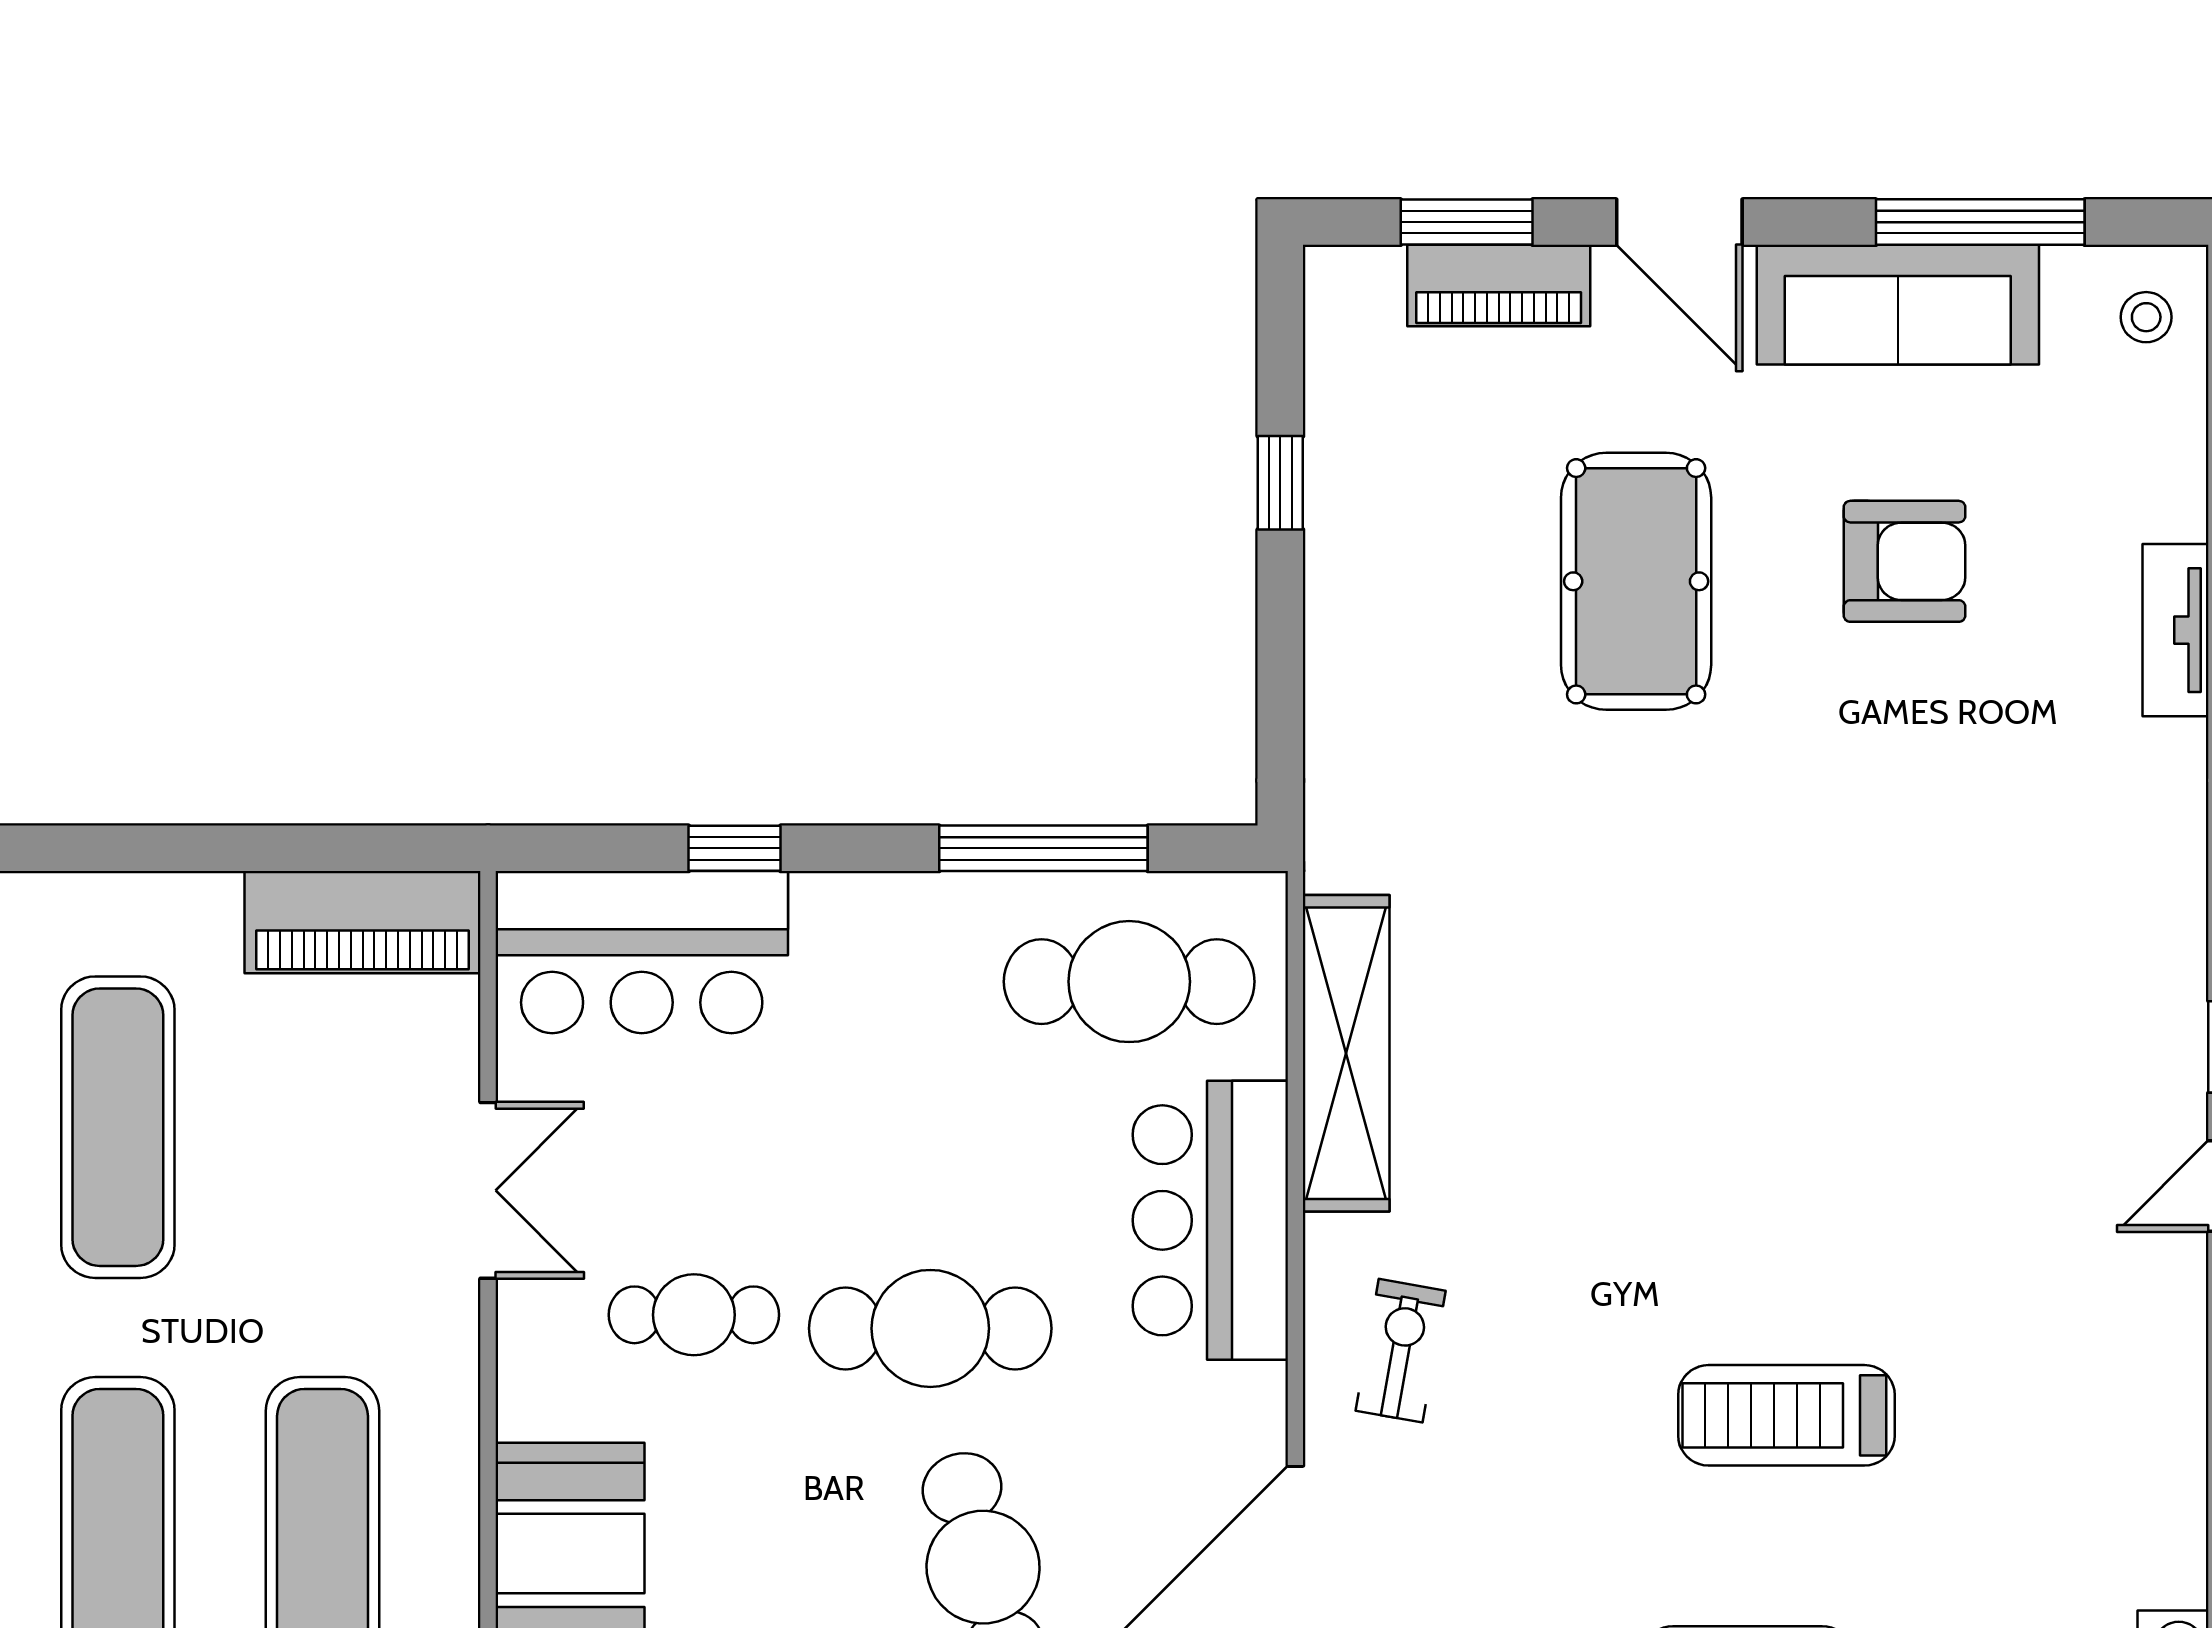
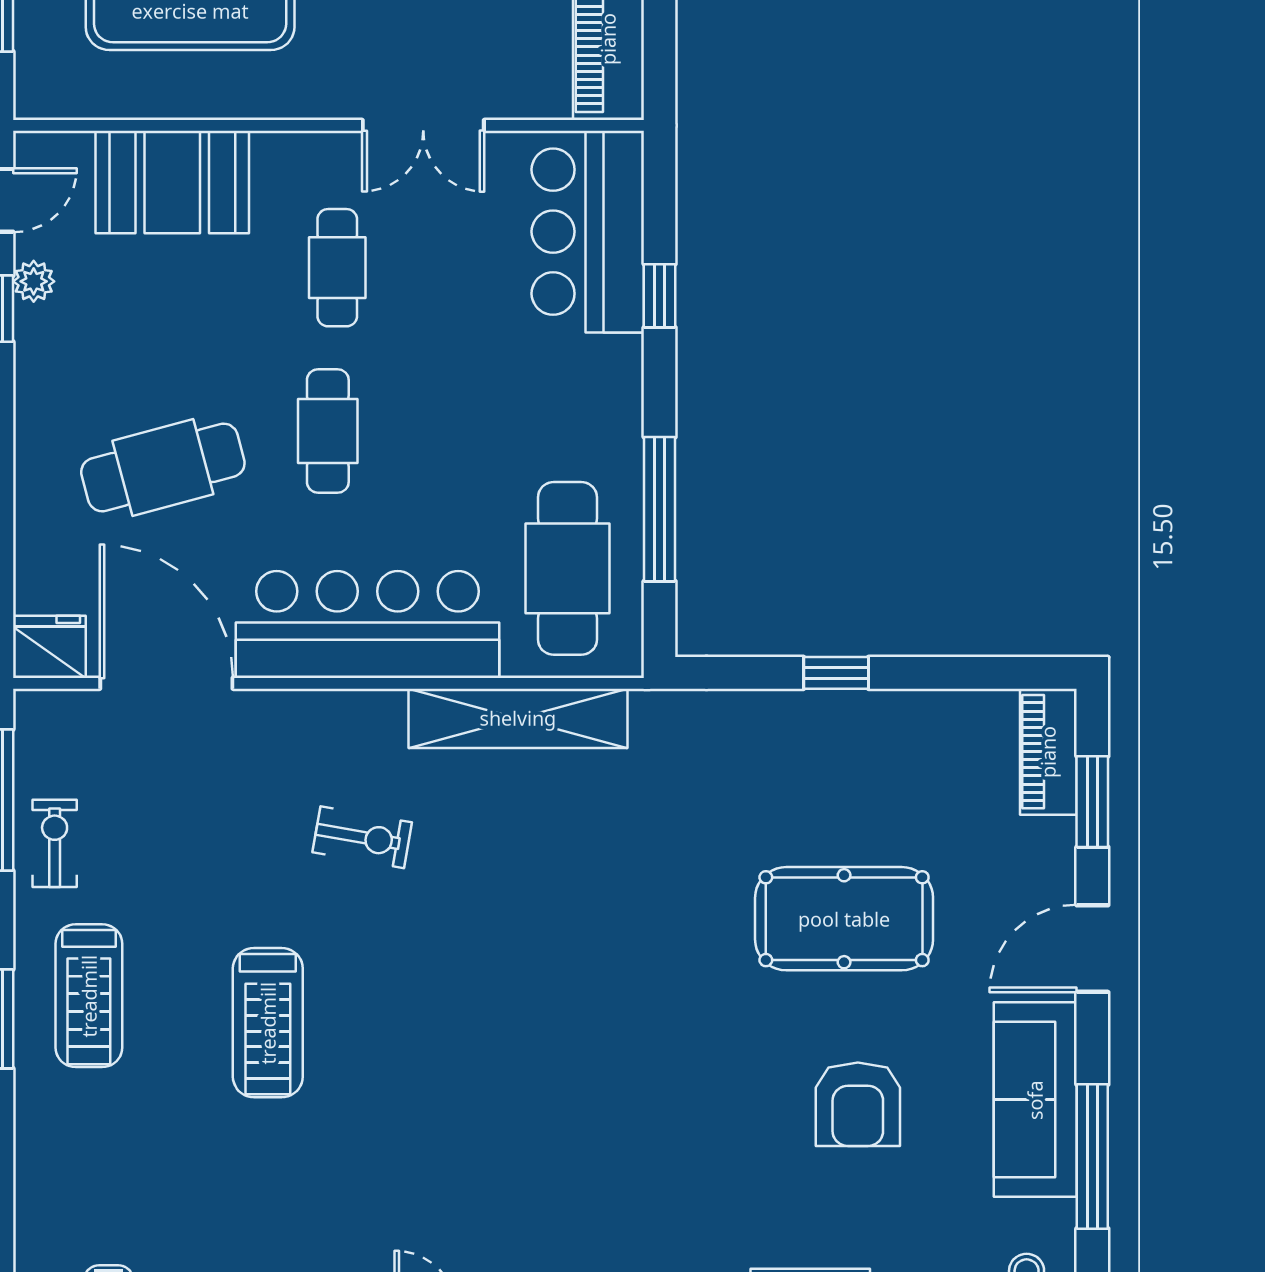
piano: (1499, 286) -> (1048, 752), moved
window: (1280, 483) -> (836, 673), moved
bar counter: (1210, 1220) -> (367, 625), width x1.36
cafe table: (930, 1328) -> (328, 431), width x0.73, depth x0.74
exercise bike: (1401, 1351) -> (362, 837), moved
treadmill: (1786, 1415) -> (268, 1023), turned 180

